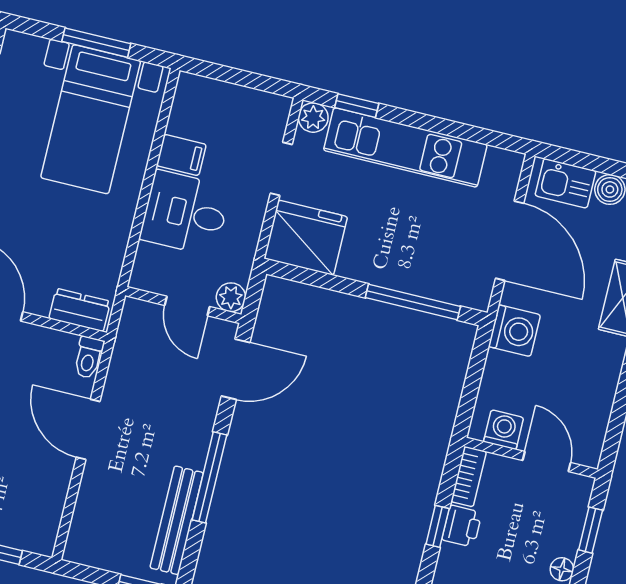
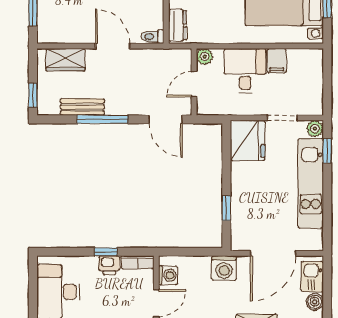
plant: (231, 297) -> (205, 57), moved
window: (413, 302) -> (226, 208), width x0.46
door: (88, 429) -> (113, 46), hinge flipped
wardrobe: (92, 516) -> (65, 60), added
bench: (177, 520) -> (82, 107), width x0.73

